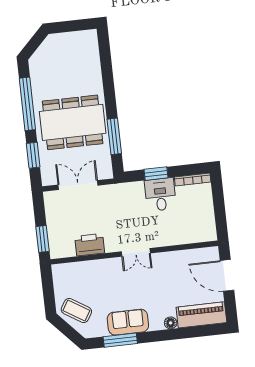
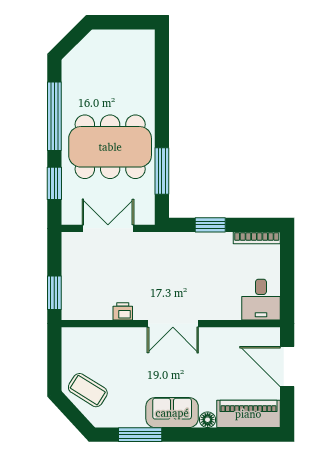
desk: (160, 194) -> (261, 300), moved, turned 180
printer: (90, 245) -> (123, 311), width x0.53, depth x0.68
double door: (136, 252) -> (173, 324), width x1.37
sofa: (128, 322) -> (172, 413), moved

